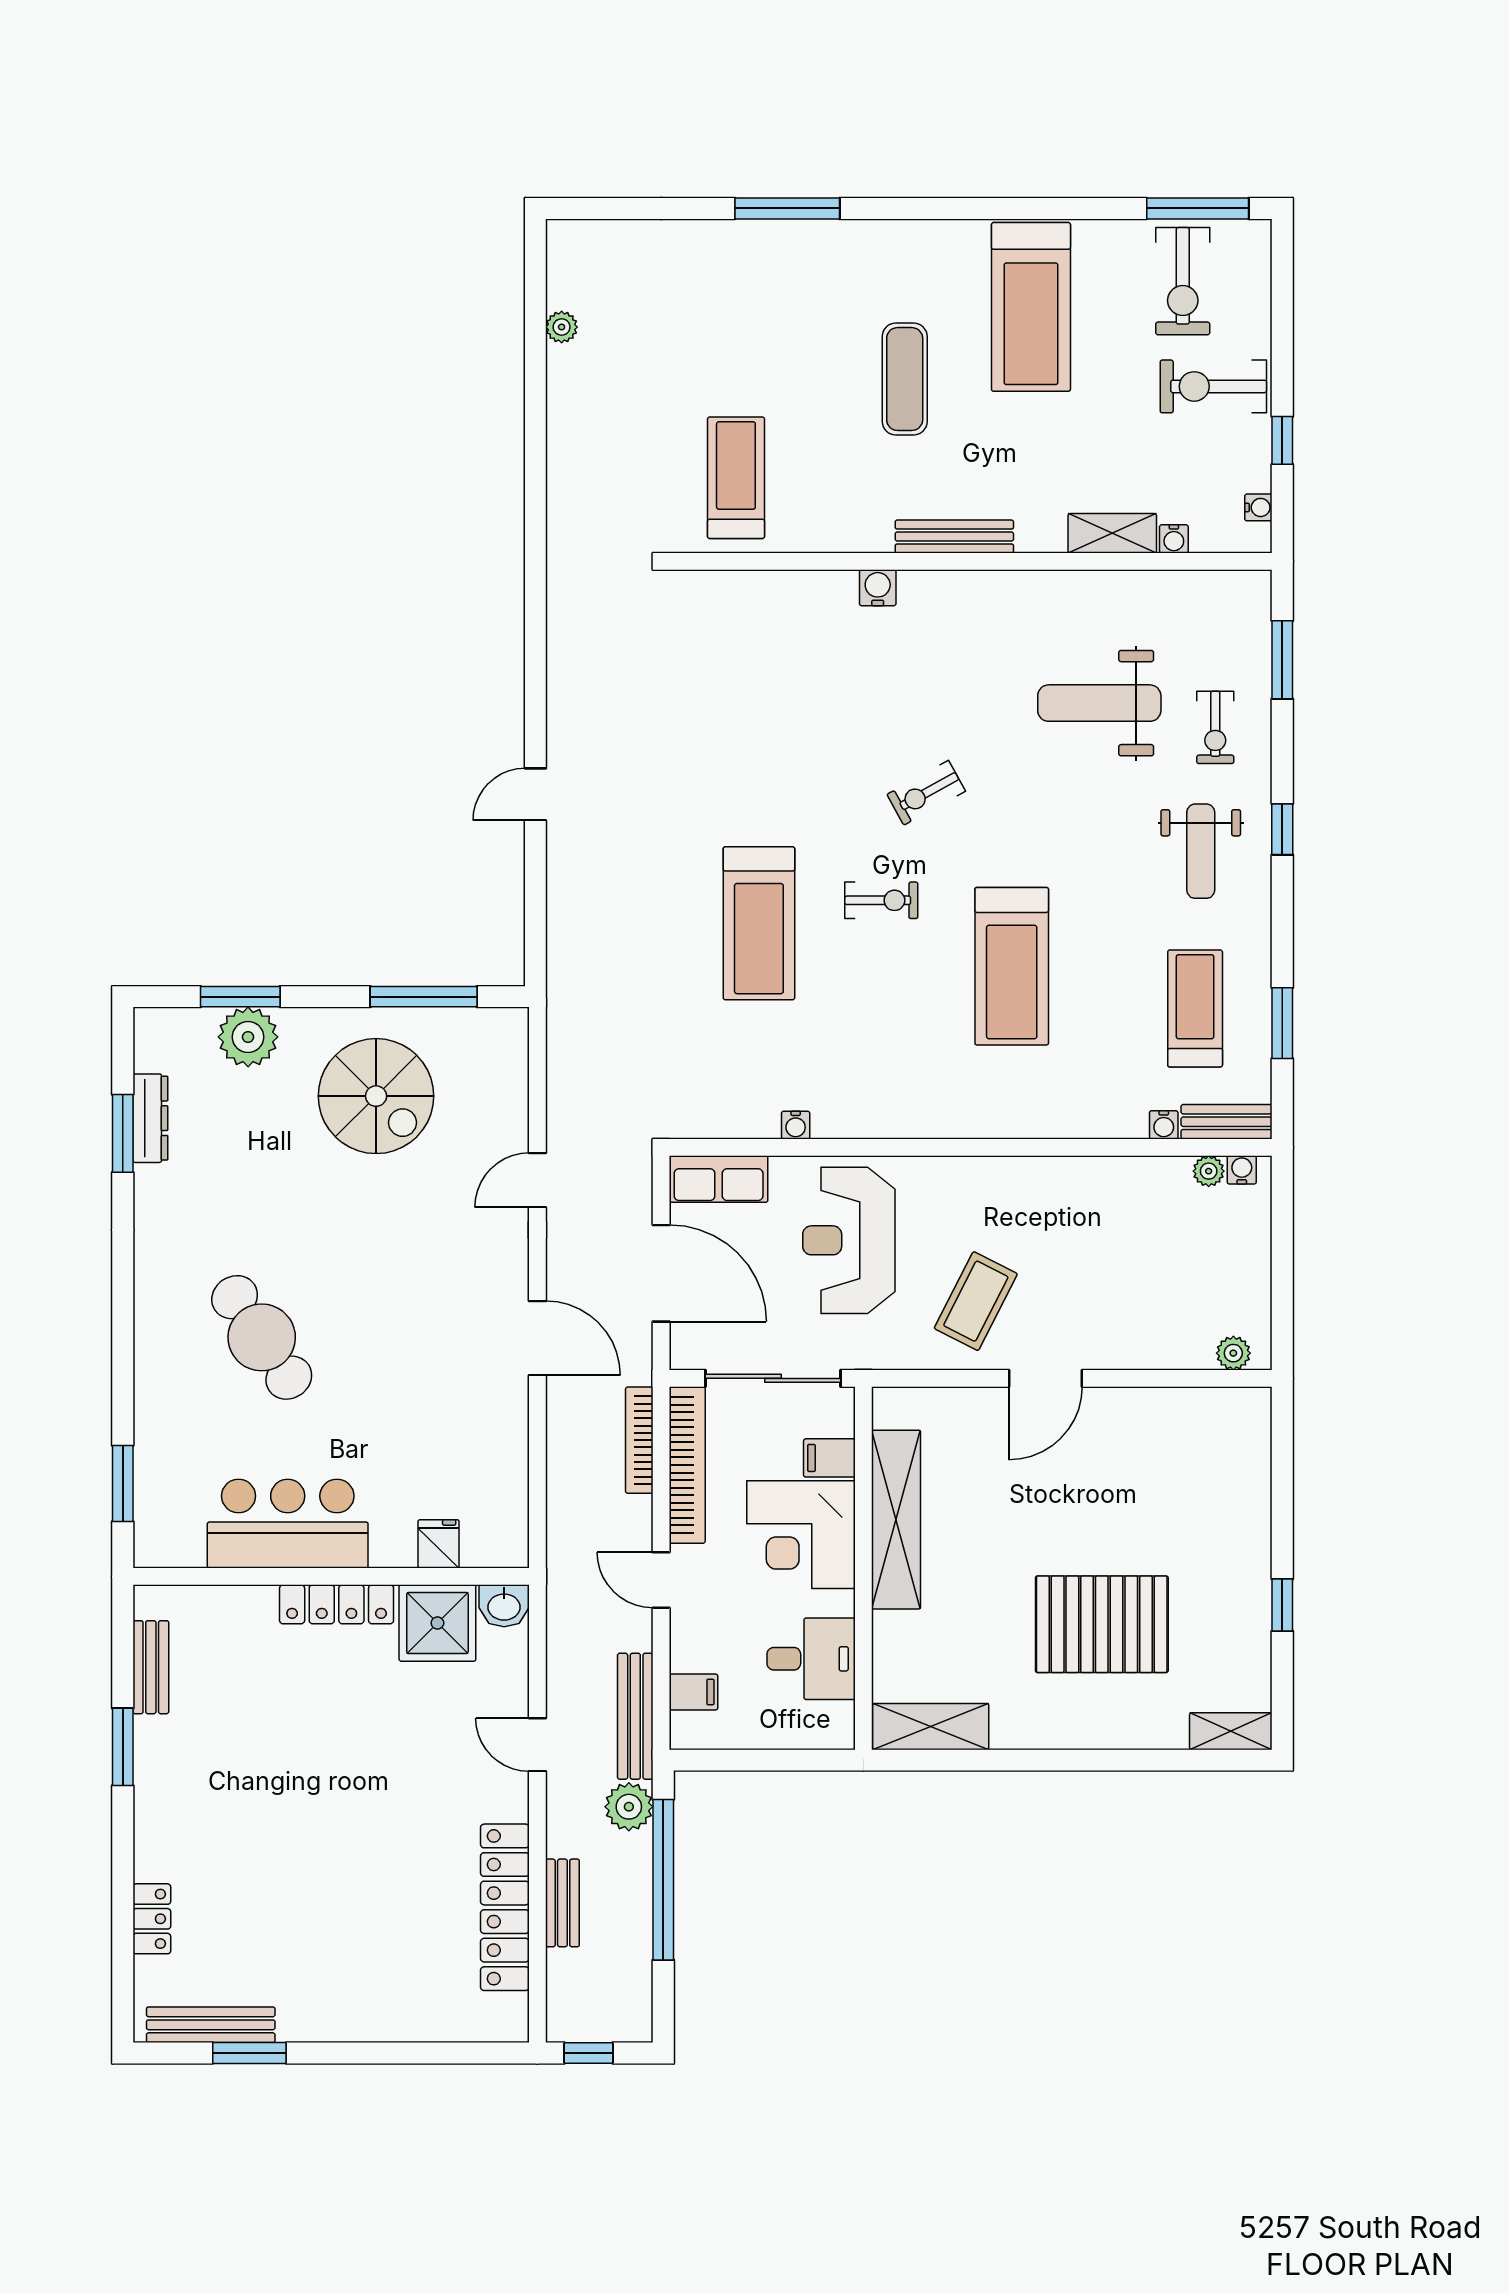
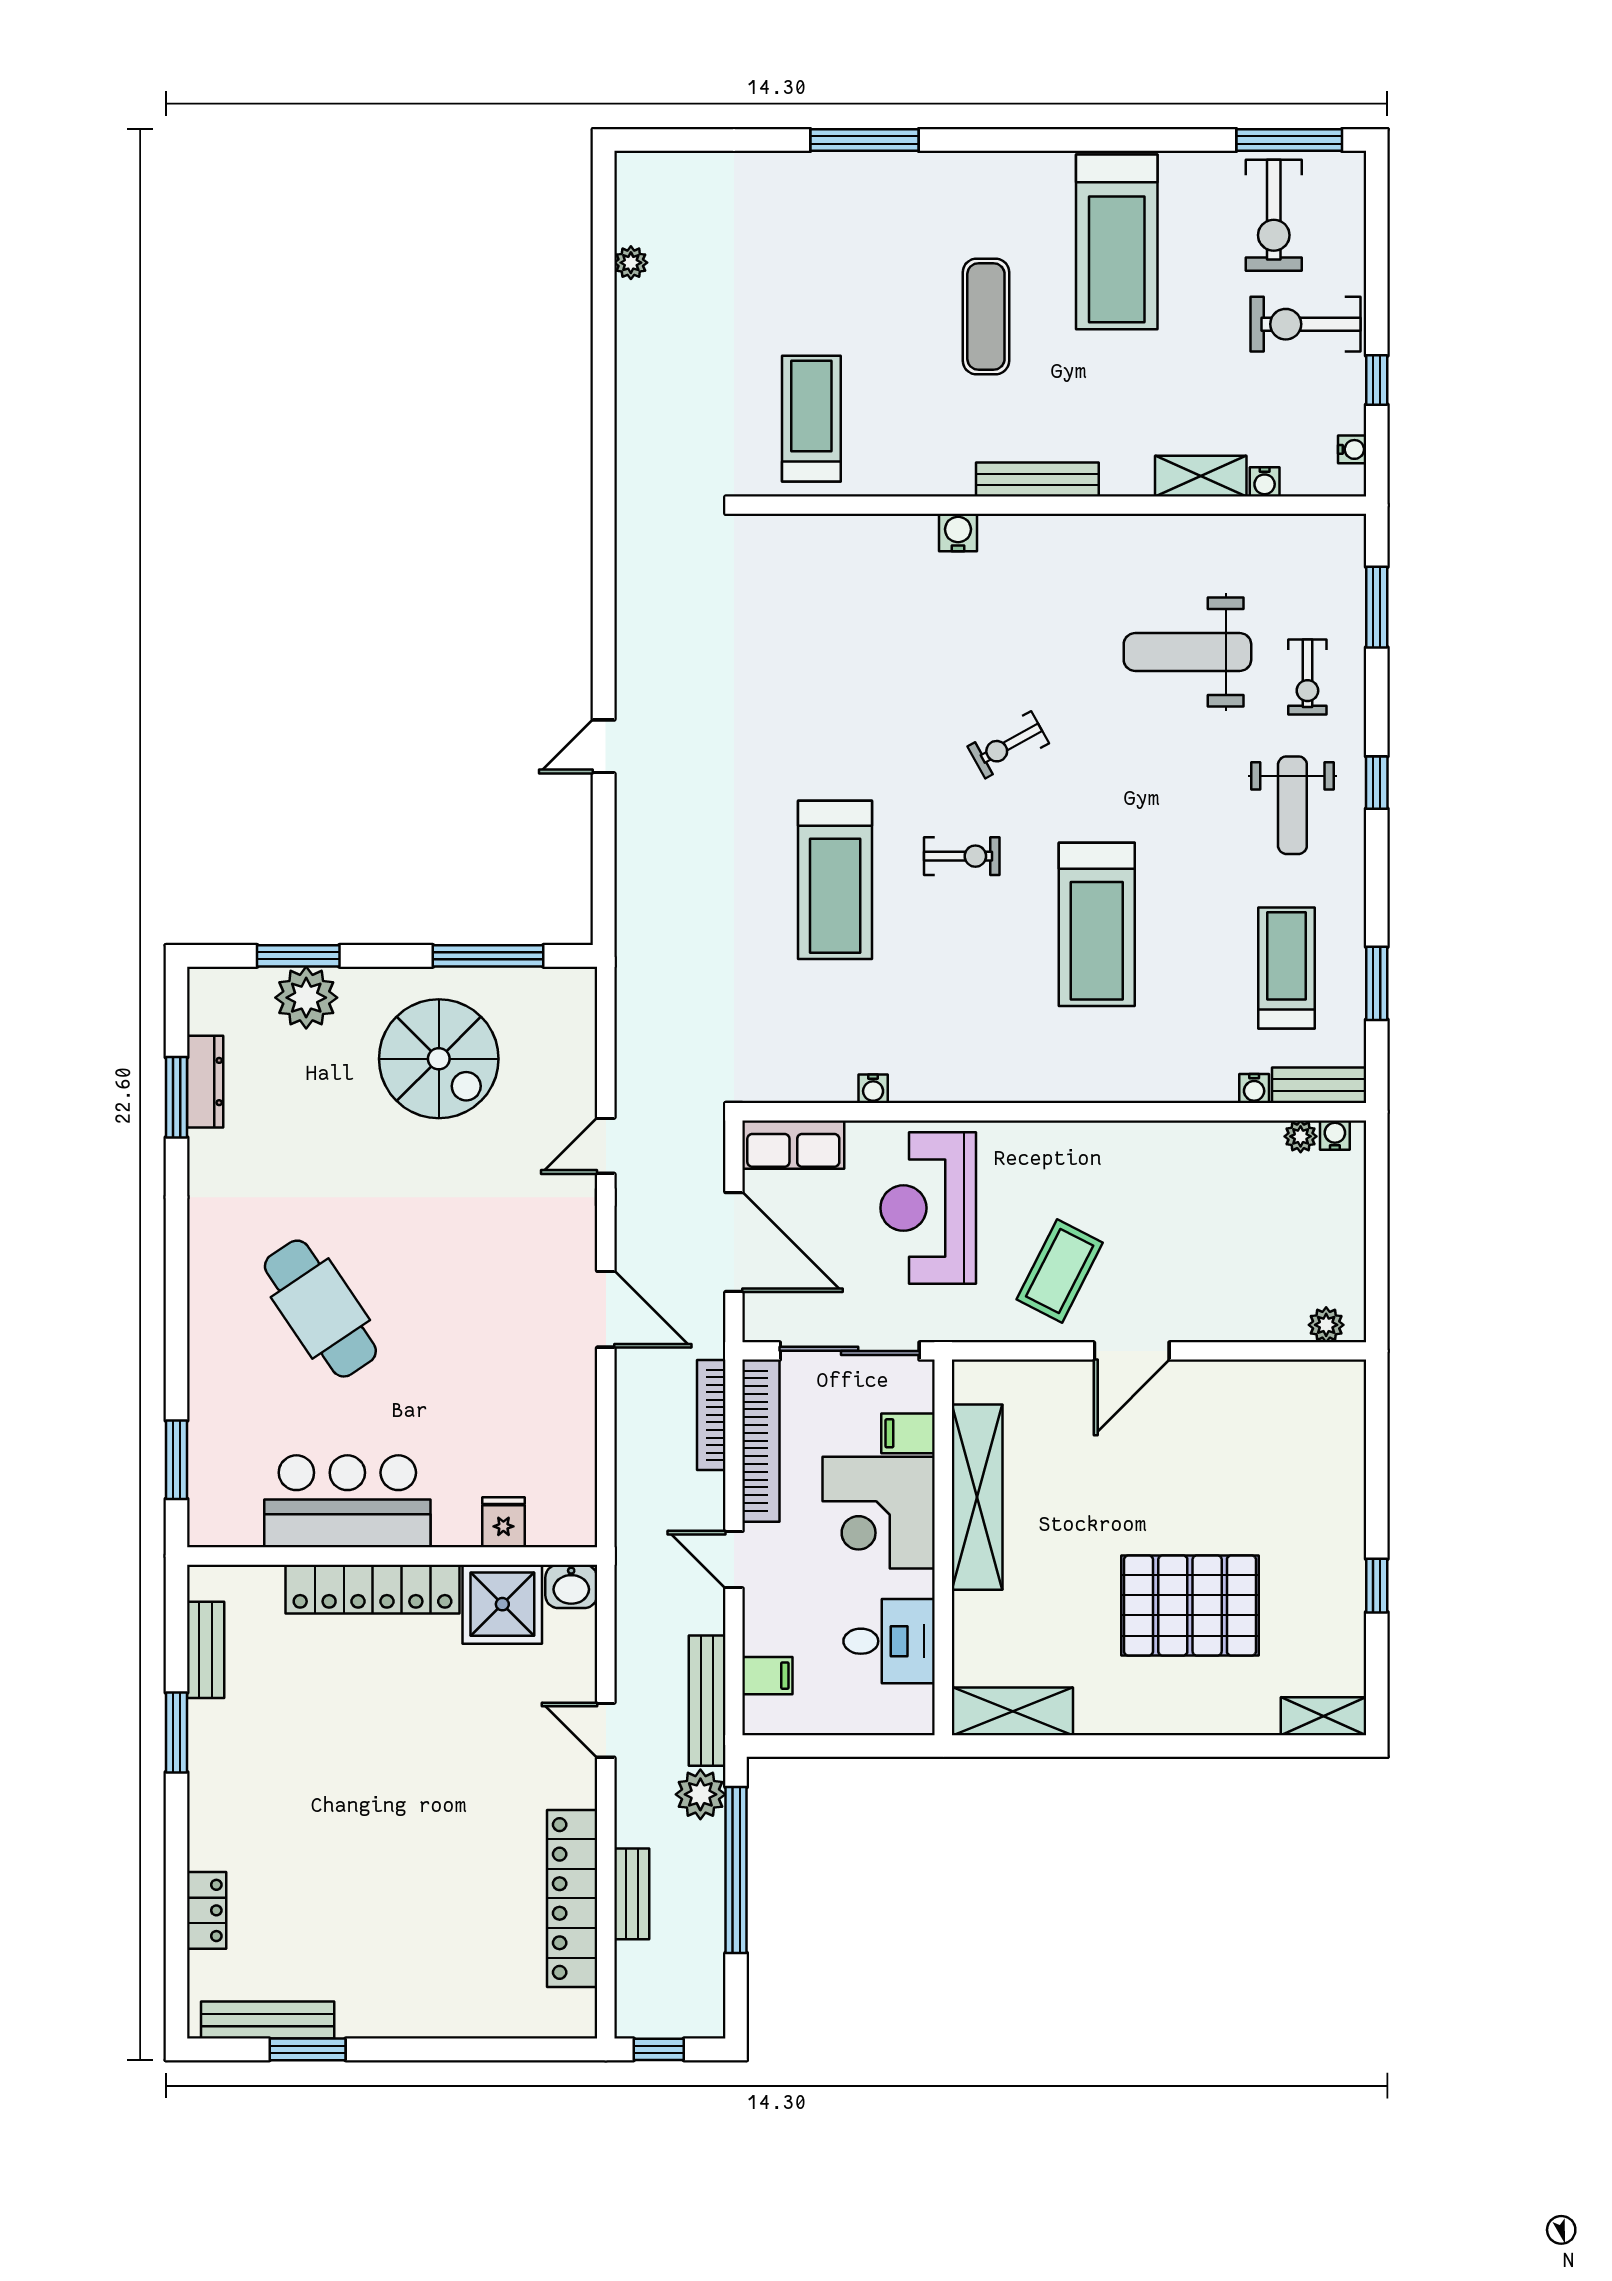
locker: (337, 1604) -> (372, 1589), width x1.41, depth x1.21

